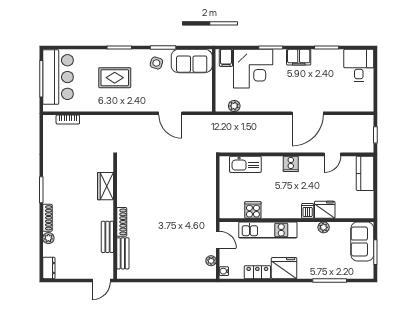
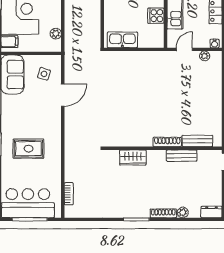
side table: (156, 63) -> (44, 74), moved
rug: (115, 78) -> (28, 149), turned 90
kitchen sink: (245, 164) -> (122, 40), moved, turned -90

